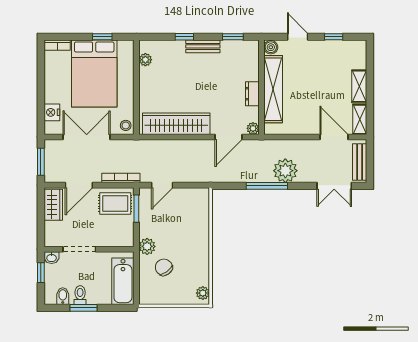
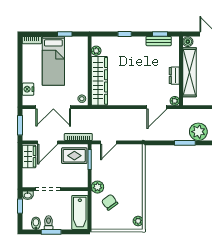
bench: (203, 46) -> (159, 41), moved
bed: (94, 74) -> (53, 61), width x0.67
wardrobe: (176, 124) -> (99, 81), moved, turned 90
double door: (87, 137) -> (53, 107), swing flipped
window: (267, 186) -> (185, 143), width x0.69

